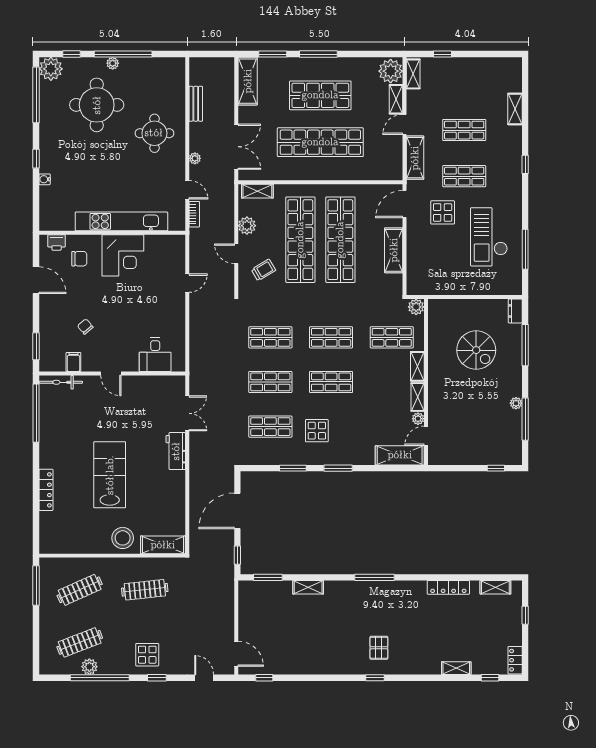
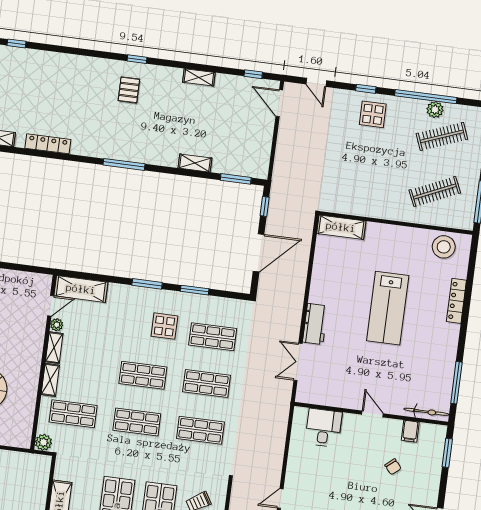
window: (36, 413) -> (456, 383), width x0.68
stool: (123, 538) -> (444, 247), moved
clothes rail: (145, 590) -> (366, 183), removed
shelving: (456, 668) -> (199, 77), moved

